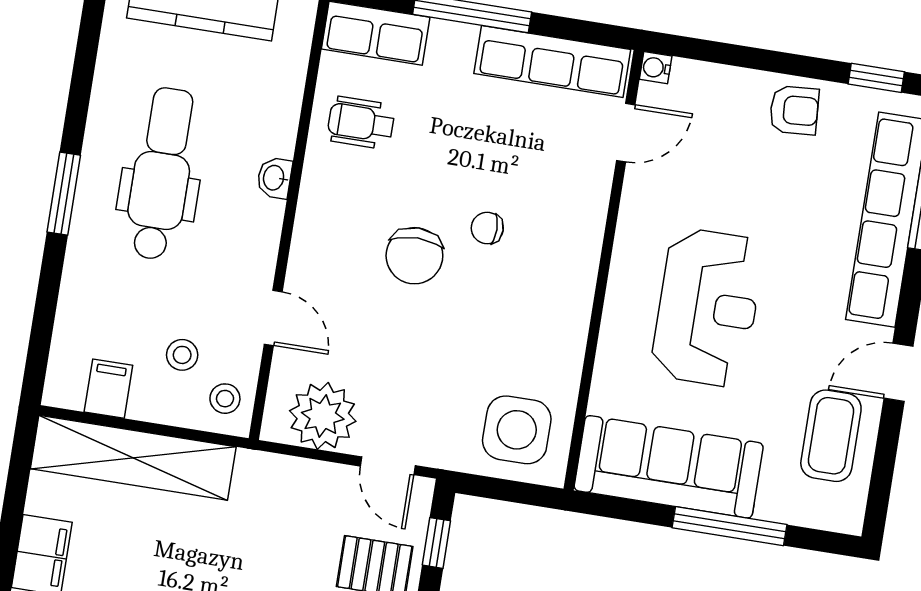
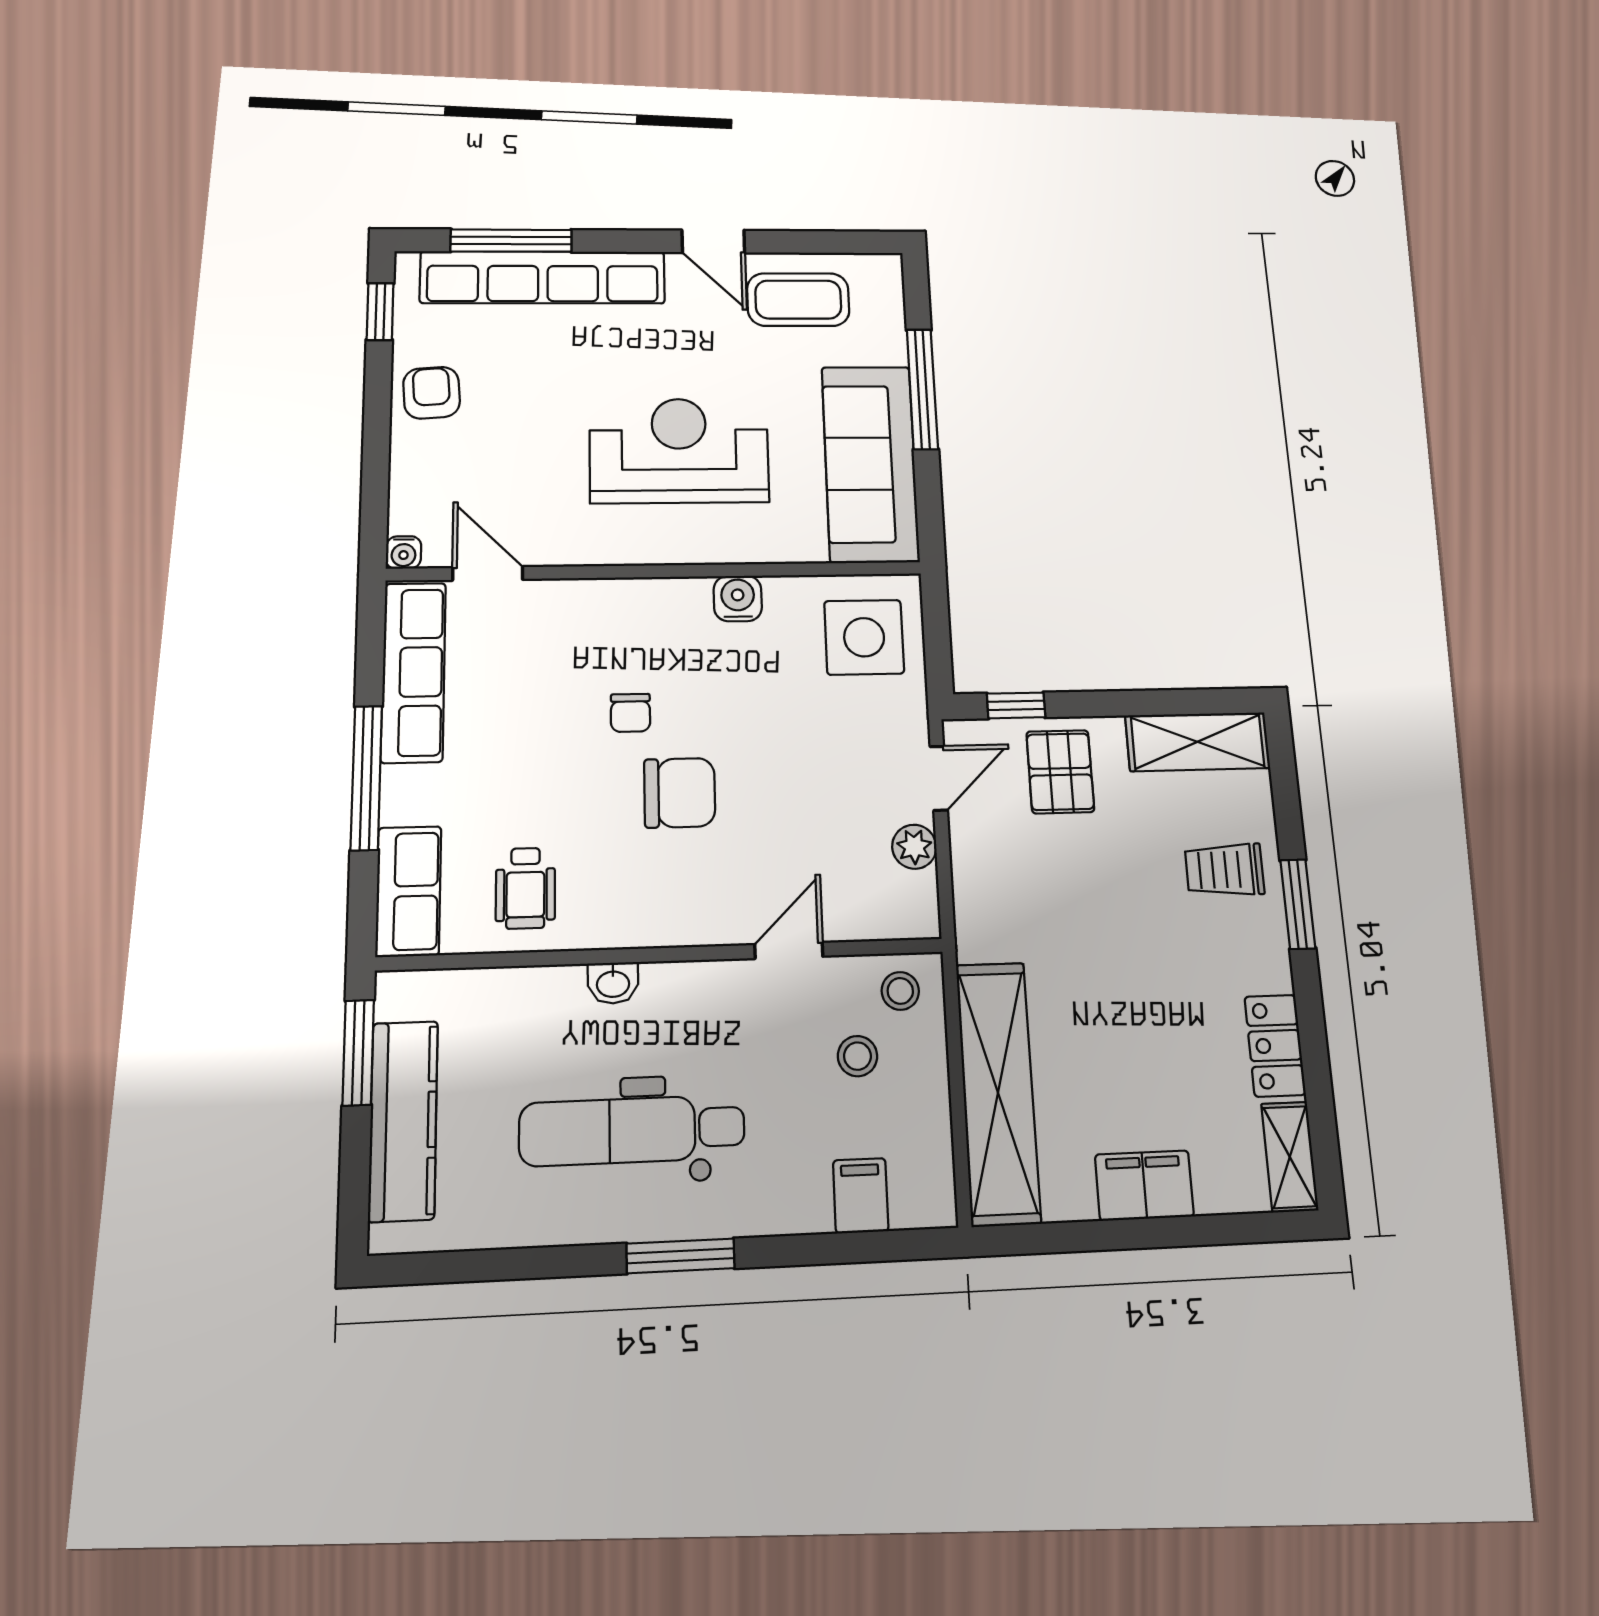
water cooler: (568, 332) -> (738, 599), added
filing cabinet: (108, 389) -> (861, 1196), moved, turned 90
plant: (323, 416) -> (914, 847), width x0.53, depth x0.53

